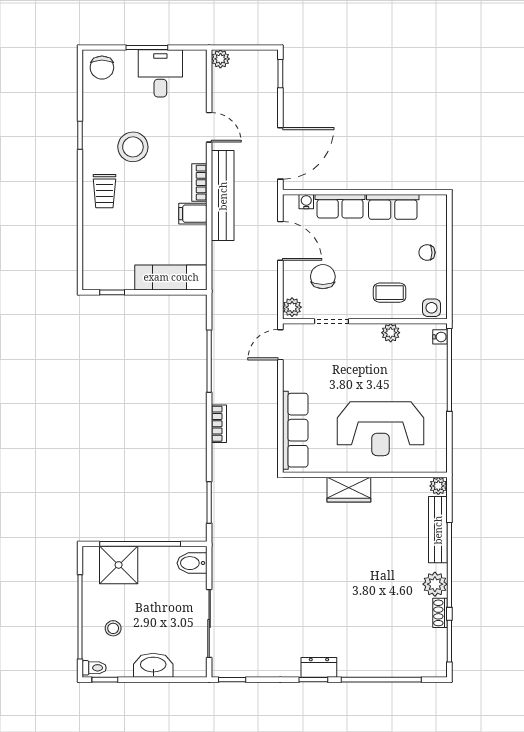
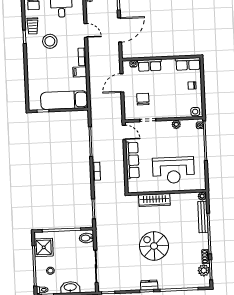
door: (280, 153) -> (120, 30), moved
trolley: (104, 191) -> (33, 26), moved
bench: (223, 196) -> (93, 63), removed
row of seats: (393, 207) -> (188, 64), moved
door: (280, 241) -> (122, 83), swing flipped
exam couch: (171, 277) -> (64, 100), width x1.36, depth x1.45
coffee table: (390, 293) -> (175, 105), removed
plant: (292, 307) -> (129, 114), removed
door: (280, 345) -> (124, 132), swing flipped
row of seats: (295, 430) -> (132, 160), moved
wardrobe: (349, 490) -> (154, 200), width x1.50
shower: (119, 565) -> (44, 247), moved
plant: (435, 584) -> (204, 270), moved
spiral stairs: (333, 586) -> (154, 246), added

